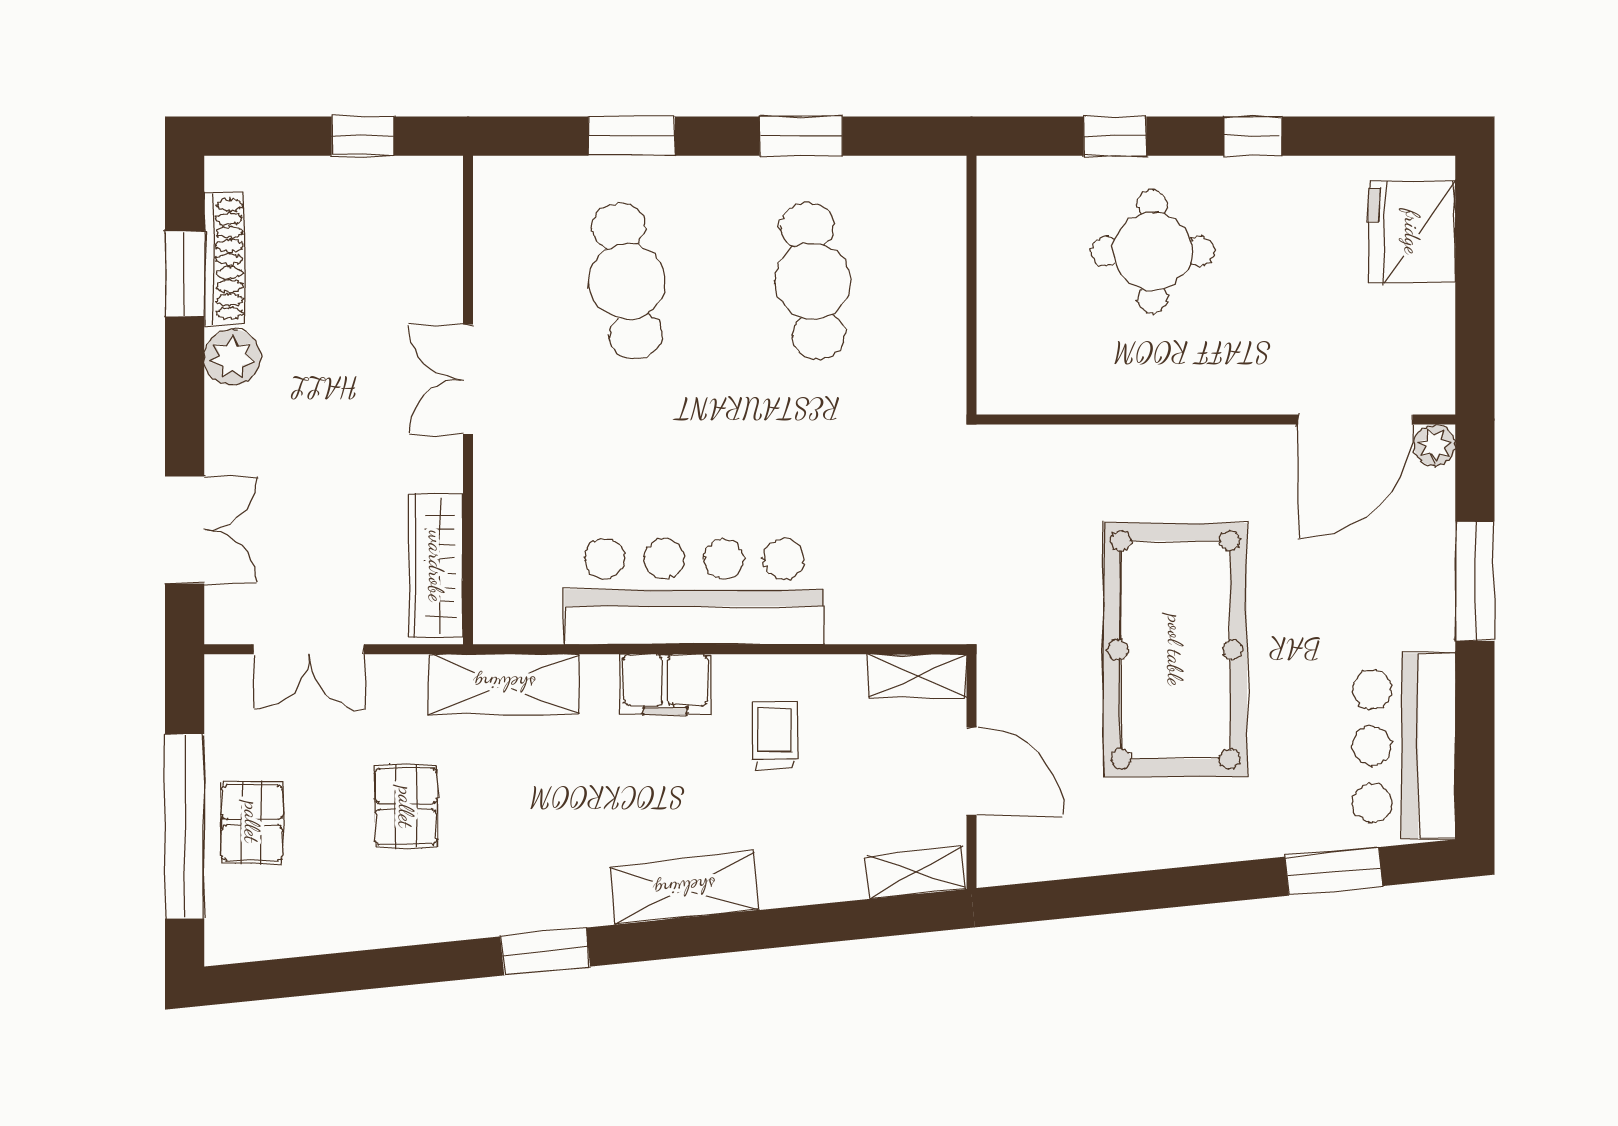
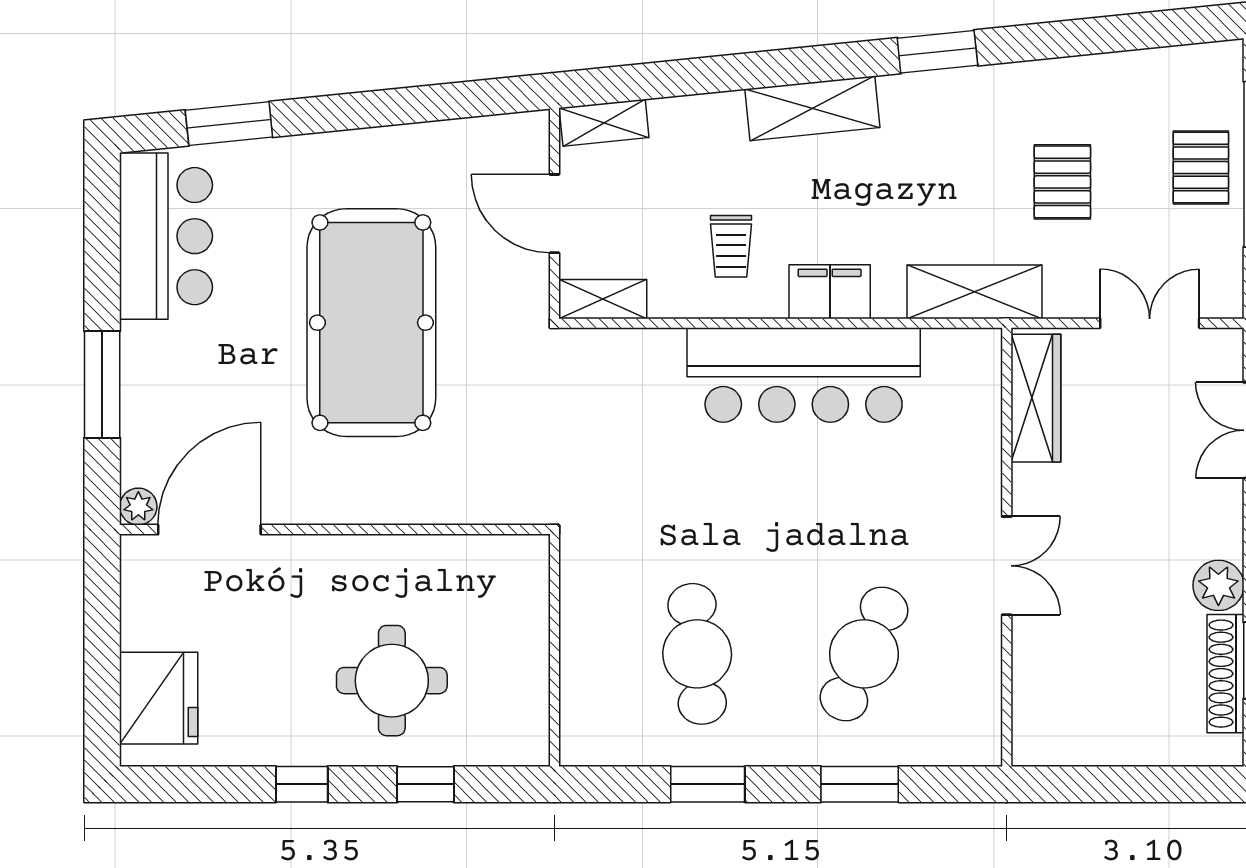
window: (363, 136) -> (1101, 784), removed
cafe table: (627, 281) -> (864, 654), turned 33

